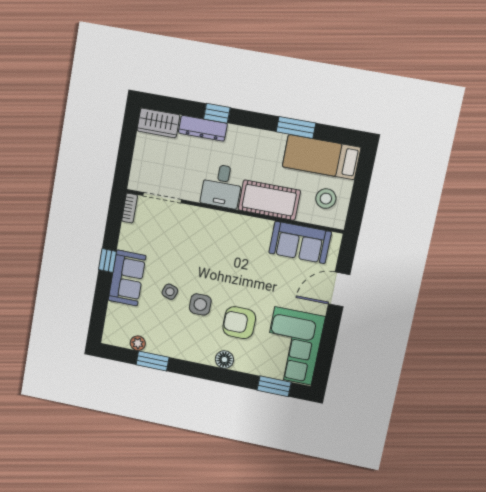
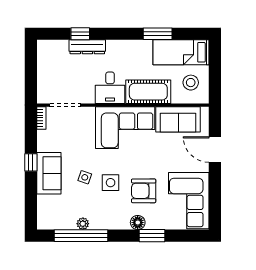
window: (217, 113) -> (80, 34), moved
wardrobe: (158, 123) -> (52, 49), removed
corner sofa: (231, 240) -> (125, 128), added
door: (339, 289) -> (215, 150), hinge flipped
plant: (138, 343) -> (83, 224), moved
window: (153, 361) -> (81, 236), width x2.11
window: (274, 386) -> (152, 236), moved

